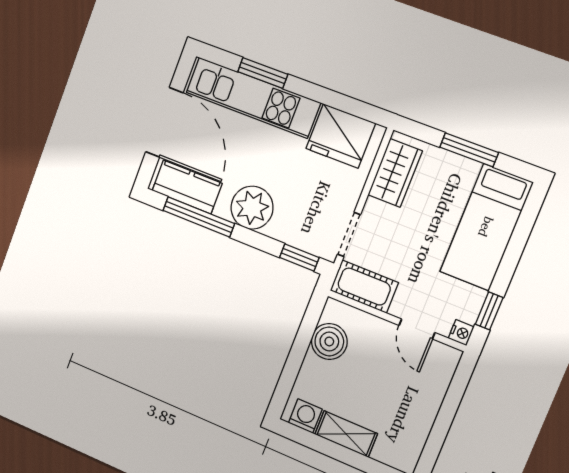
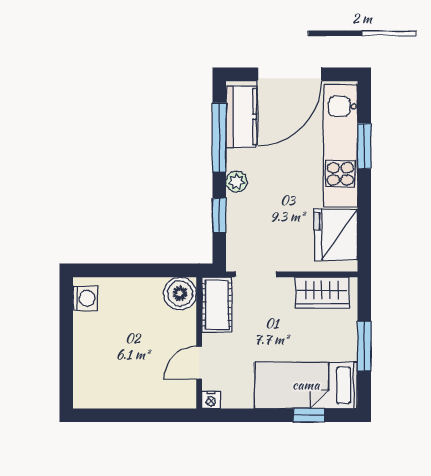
plant: (252, 208) -> (237, 182), width x0.53, depth x0.53
window: (299, 257) -> (219, 215), moved
window: (489, 311) -> (309, 415), moved
boiler: (329, 341) -> (180, 293), moved
shelving: (346, 434) -> (85, 339), removed

